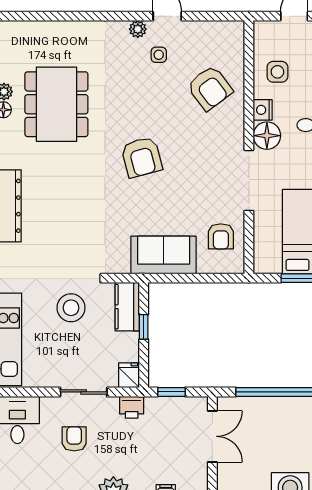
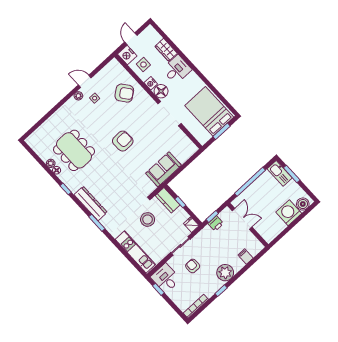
nightstand: (266, 35) -> (127, 55), added
armchair: (142, 157) -> (123, 141), turned -77
armchair: (221, 236) -> (178, 143), removed
printer: (132, 407) -> (216, 223), moved

